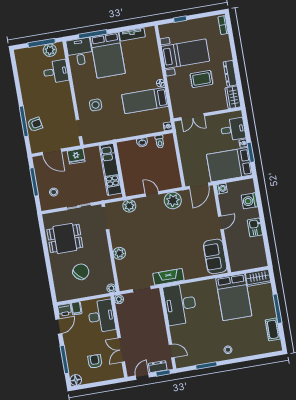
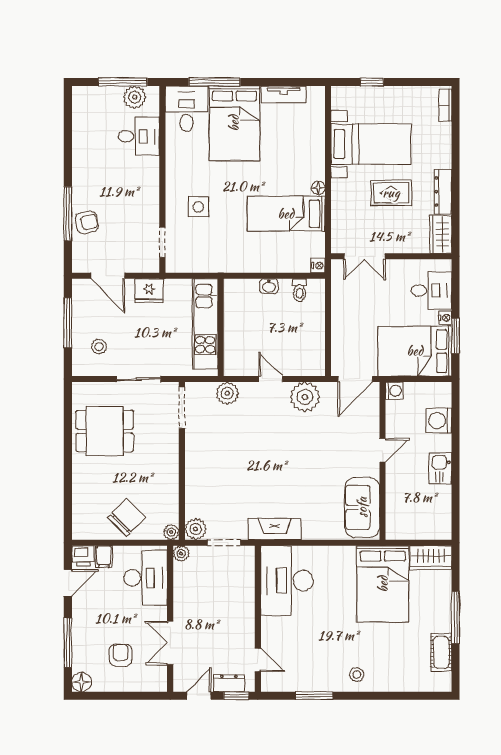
plant: (119, 253) -> (196, 529), moved
chair: (81, 272) -> (127, 517), moved

